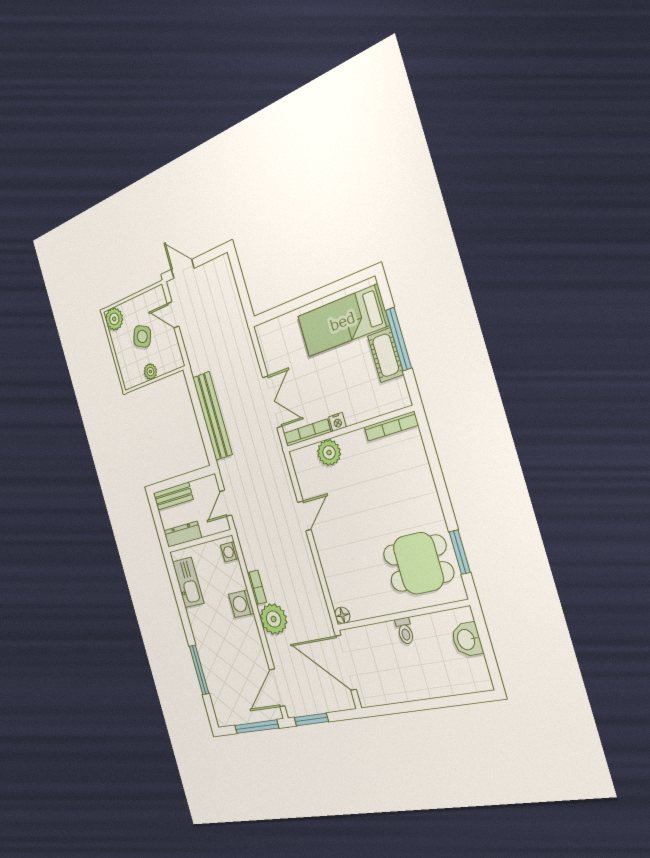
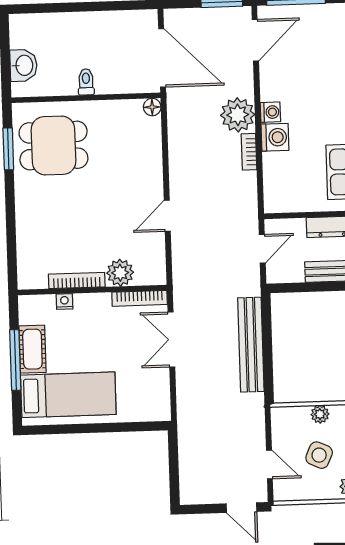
nightstand: (337, 422) -> (64, 302), moved
bookcase: (391, 426) -> (77, 281), moved
washing machine: (230, 552) -> (270, 112), moved

